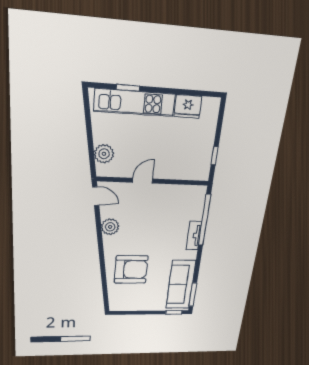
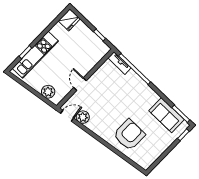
fridge: (188, 106) -> (69, 20), moved
plant: (110, 227) -> (83, 117), moved
tv unit: (194, 236) -> (119, 63), moved
sofa: (181, 285) -> (167, 115), width x0.73

